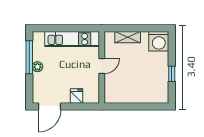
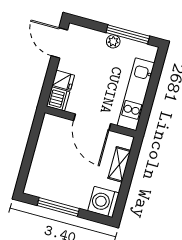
door: (102, 66) -> (92, 122), width x1.88
window: (172, 74) -> (58, 207), width x2.17
dishwasher: (91, 96) -> (58, 99), added

